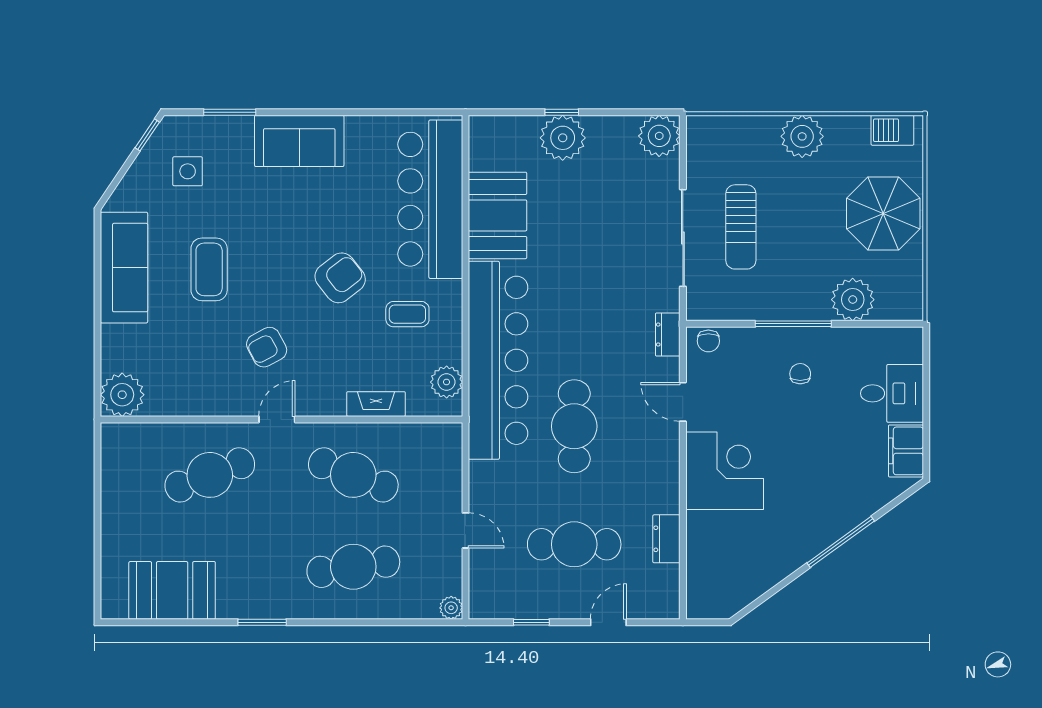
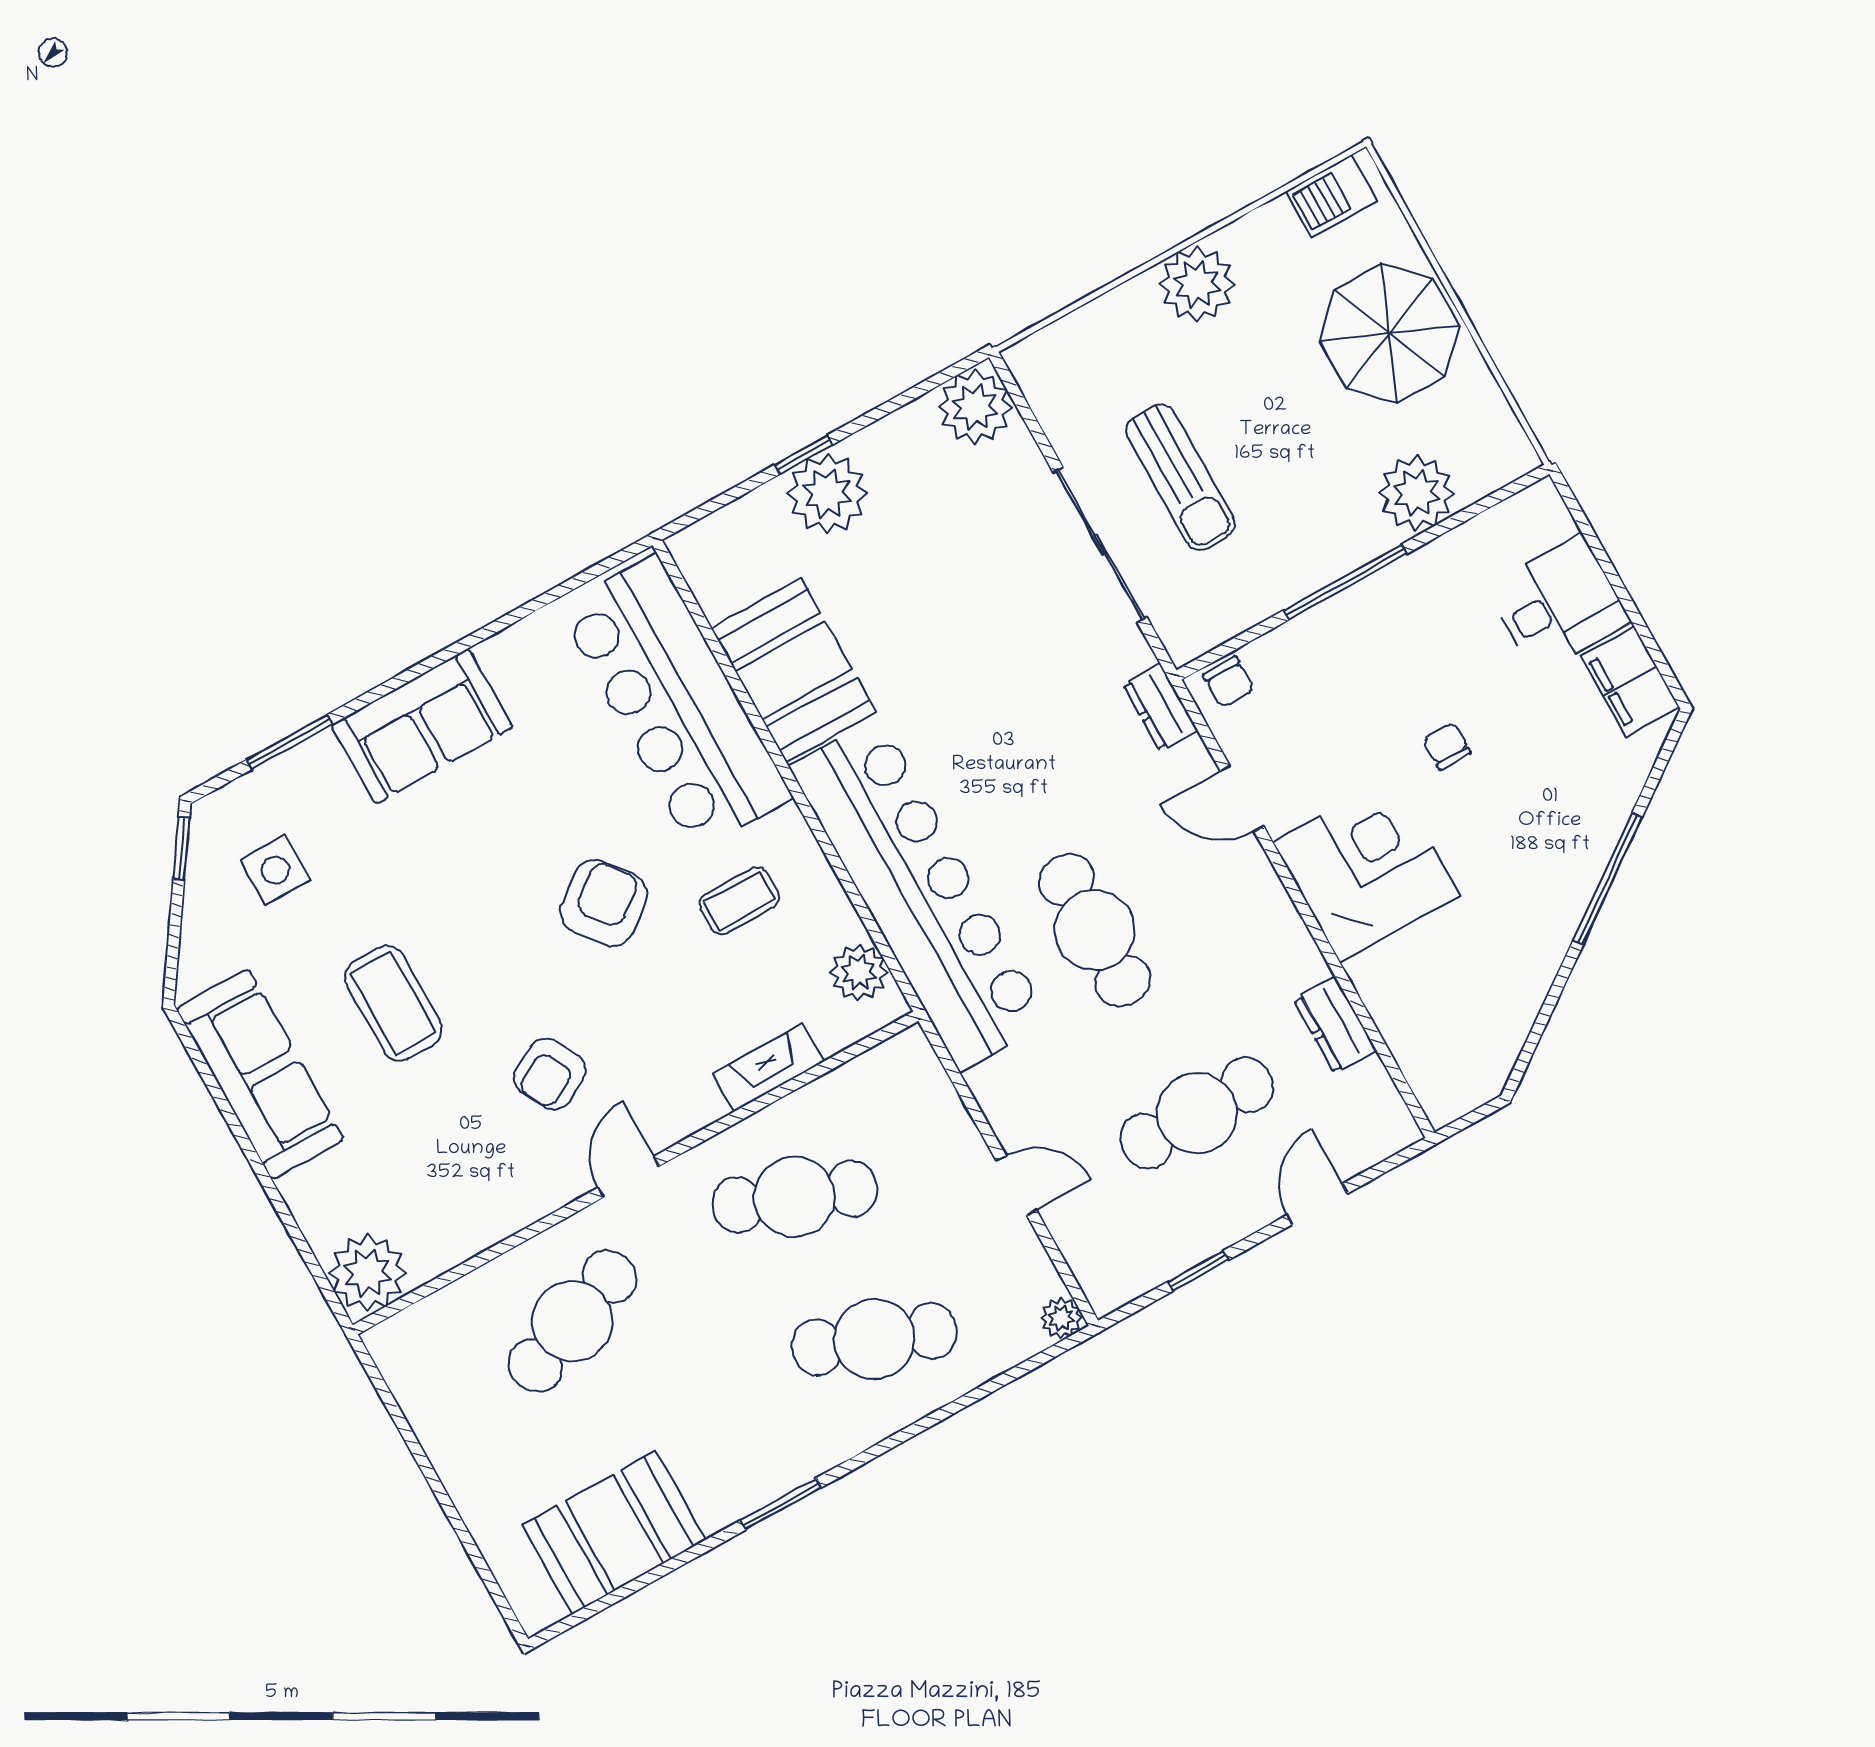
chair: (800, 374) -> (1447, 746), moved
cafe table: (353, 567) -> (874, 1339), turned 30

